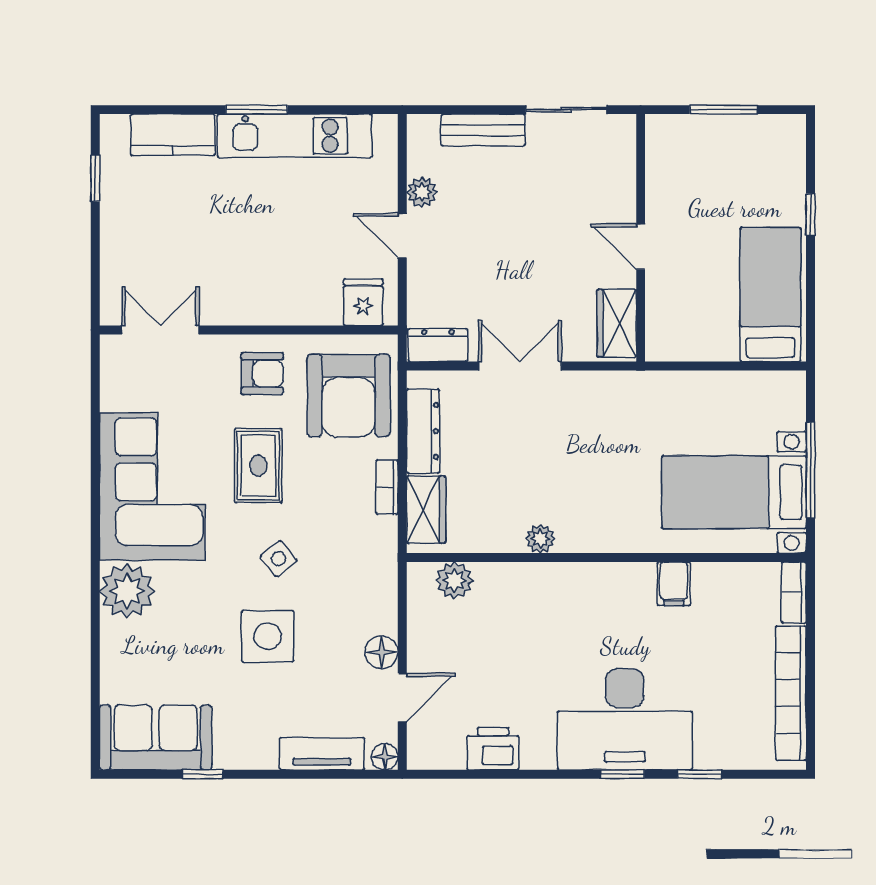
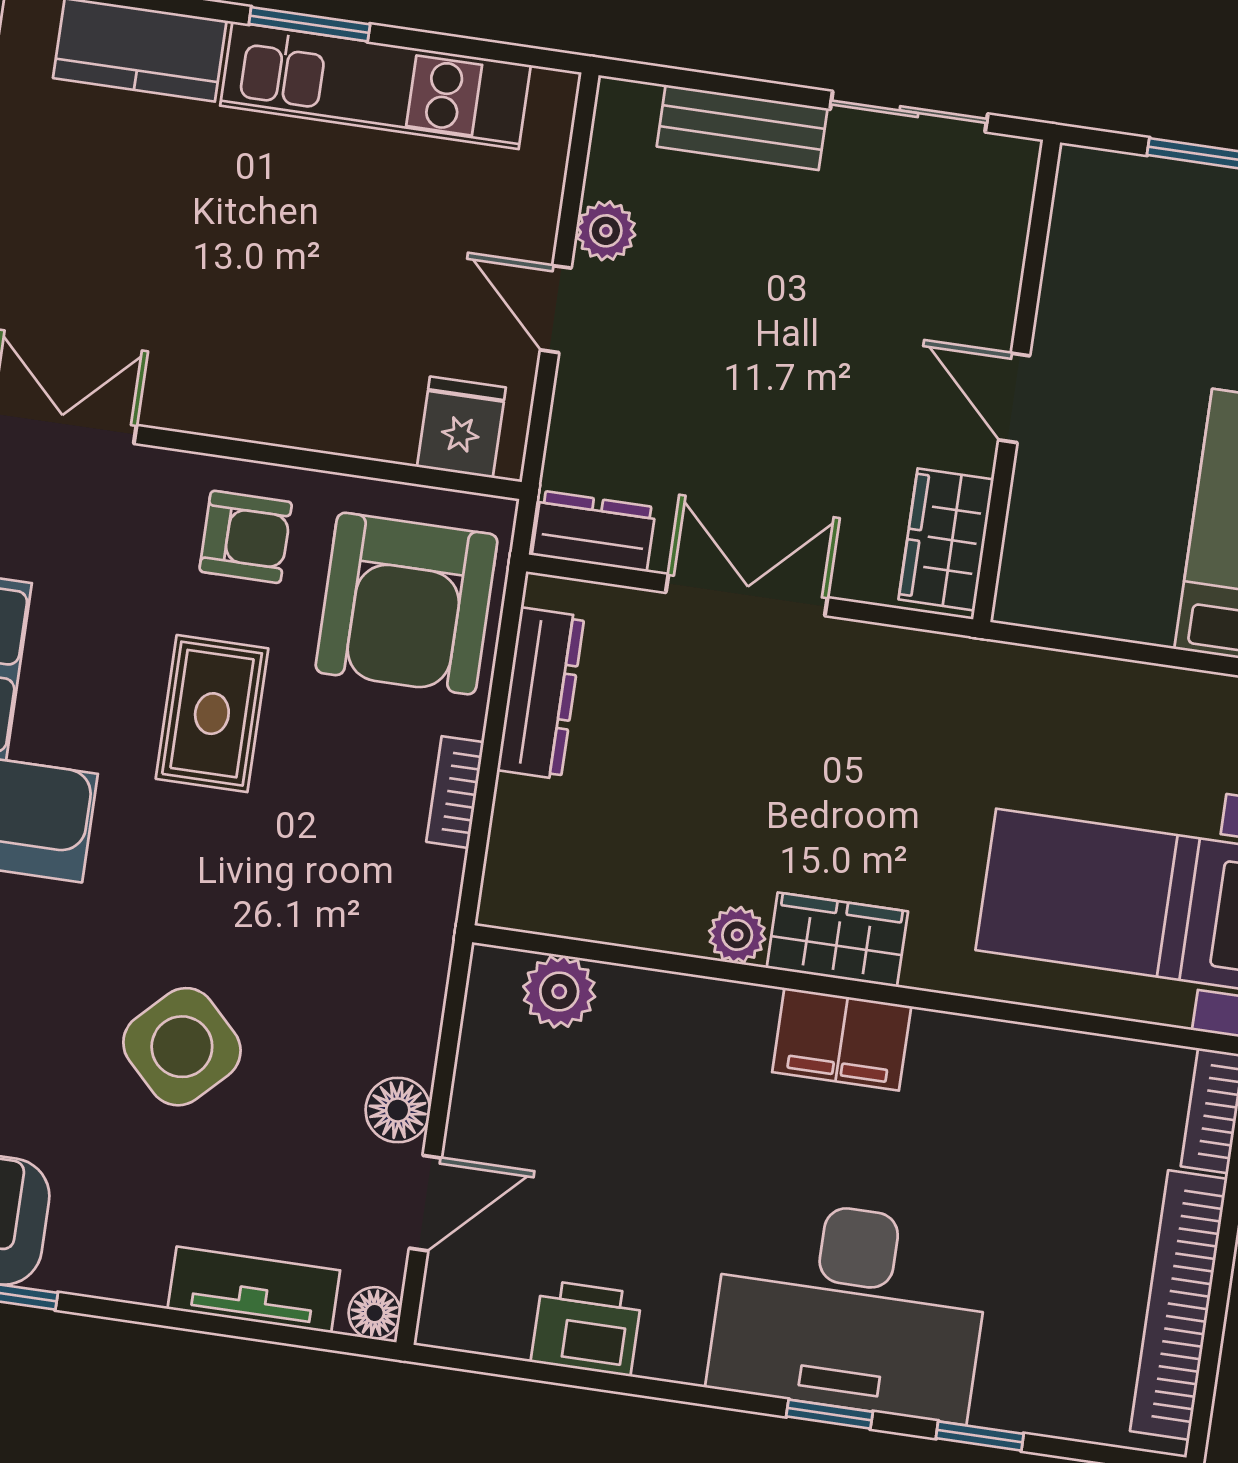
wardrobe: (426, 510) -> (837, 940), moved, turned -90
side table: (279, 559) -> (225, 900), removed
filing cabinet: (674, 584) -> (842, 1039), moved, width x2.00
side table: (268, 636) -> (182, 1047), turned 45

